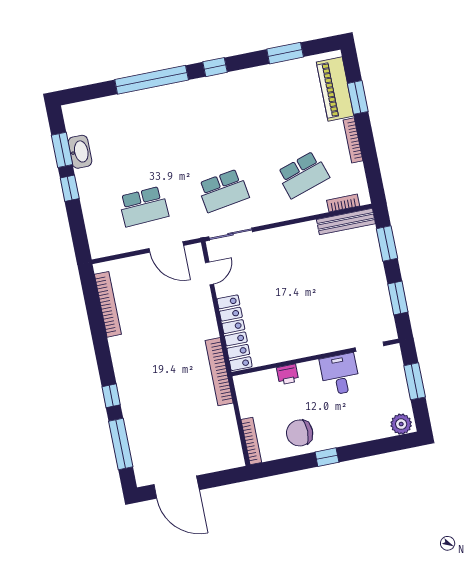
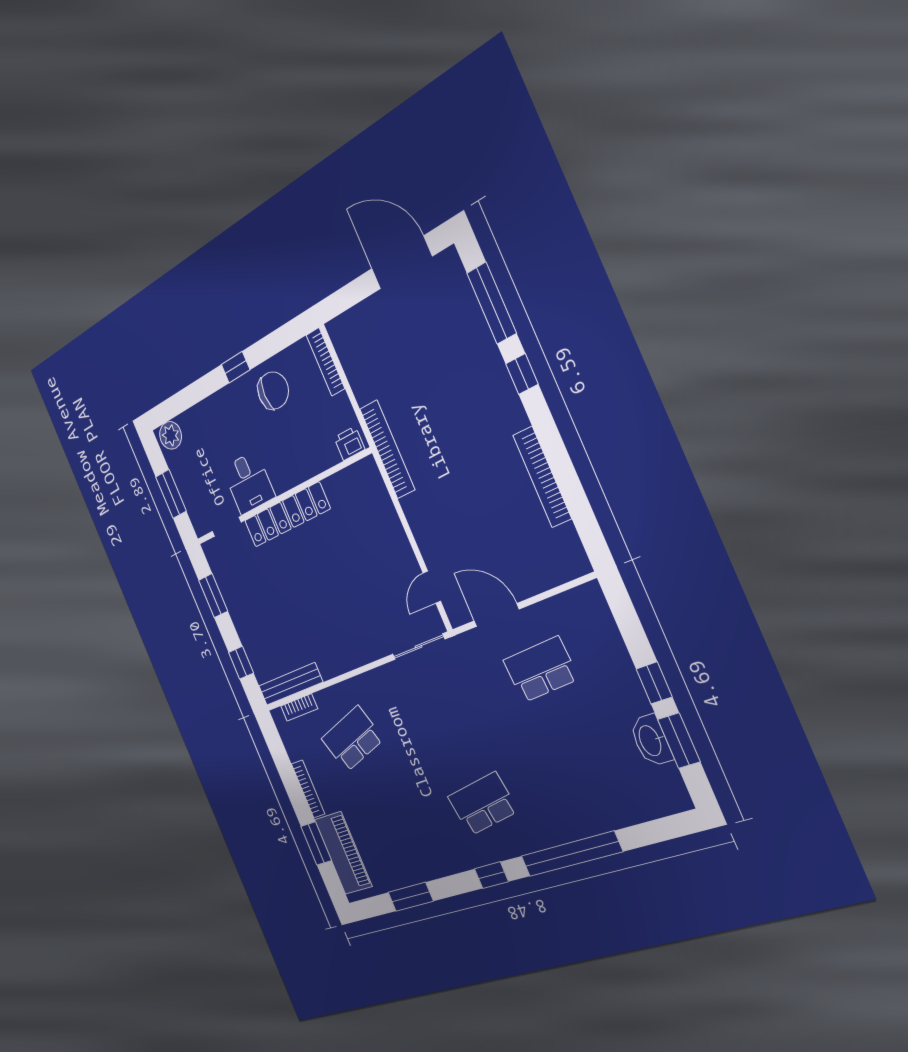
school desk: (223, 191) -> (483, 804), moved
window: (387, 244) -> (241, 663), width x0.67
bookcase: (108, 304) -> (542, 477), moved
locker: (235, 333) -> (287, 515), moved, turned -90
printer: (288, 374) -> (349, 443), moved

